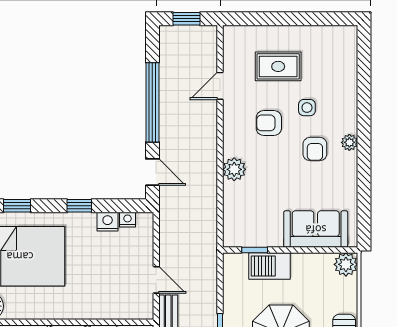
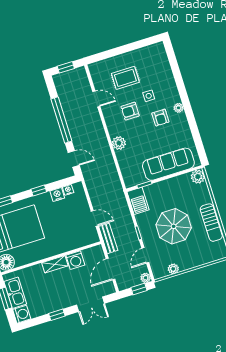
door: (220, 86) -> (96, 99), swing flipped
sofa: (316, 229) -> (168, 164), width x1.36
barbecue: (269, 266) -> (138, 201), moved, turned -90

